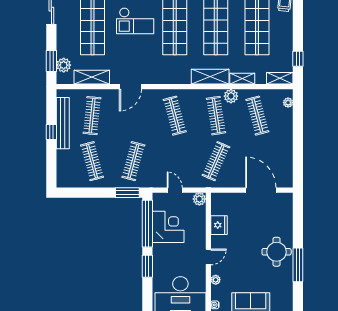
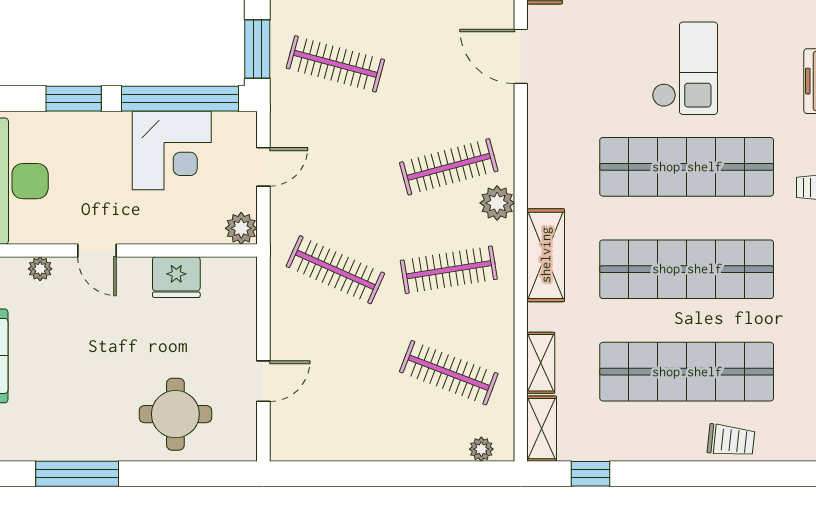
checkout: (135, 21) -> (685, 68), turned 180
shelving: (242, 79) -> (541, 363), moved
plant: (231, 96) -> (497, 203), moved
clothes rail: (257, 116) -> (449, 373), turned 36
door: (261, 190) -> (263, 381), width x0.53
round table: (277, 252) -> (175, 414), moved

